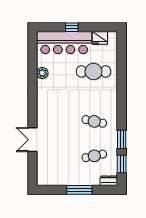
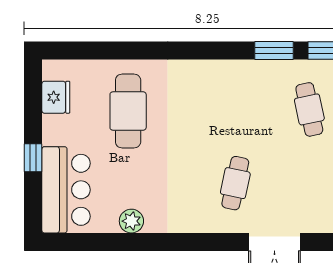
bar counter: (64, 43) -> (66, 190), width x0.73
cafe table: (94, 121) -> (235, 183), moved

